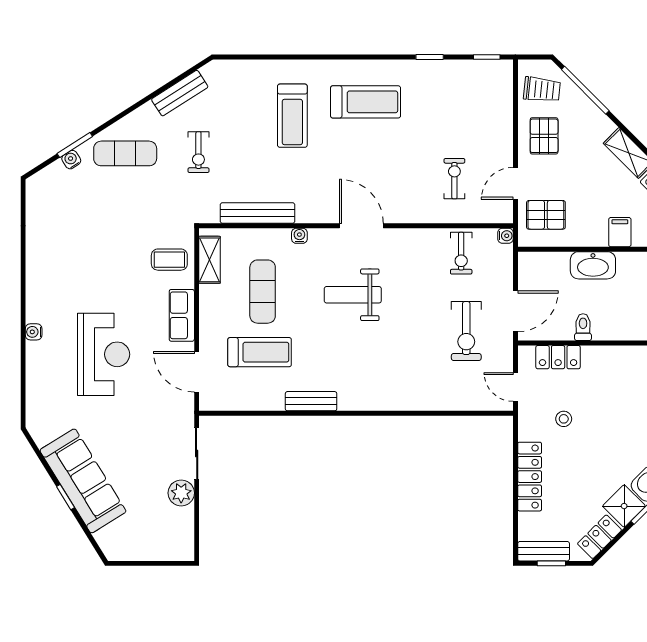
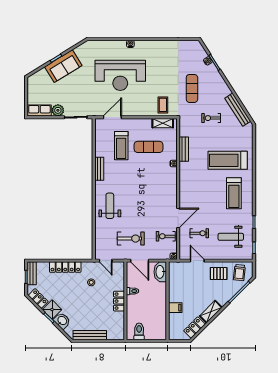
bench: (180, 93) -> (238, 110), width x1.36
weight bench: (462, 109) -> (231, 237), added
treadmill: (292, 116) -> (228, 160), width x1.37, depth x1.38
exercise mat: (125, 153) -> (192, 88), moved
bench: (258, 213) -> (184, 149), width x0.73
pallet: (546, 215) -> (183, 274), removed
door: (361, 226) -> (178, 218), moved
washbasin: (593, 265) -> (160, 272), moved
weight bench: (353, 295) -> (110, 206), moved
row of seats: (182, 315) -> (39, 111), moved
exercise bike: (466, 331) -> (131, 239), turned 180
reception desk: (104, 354) -> (120, 75), width x1.36, depth x1.30
locker: (558, 357) -> (119, 301), moved
door: (515, 387) -> (106, 261), swing flipped
sofa: (83, 481) -> (63, 66), width x0.73

